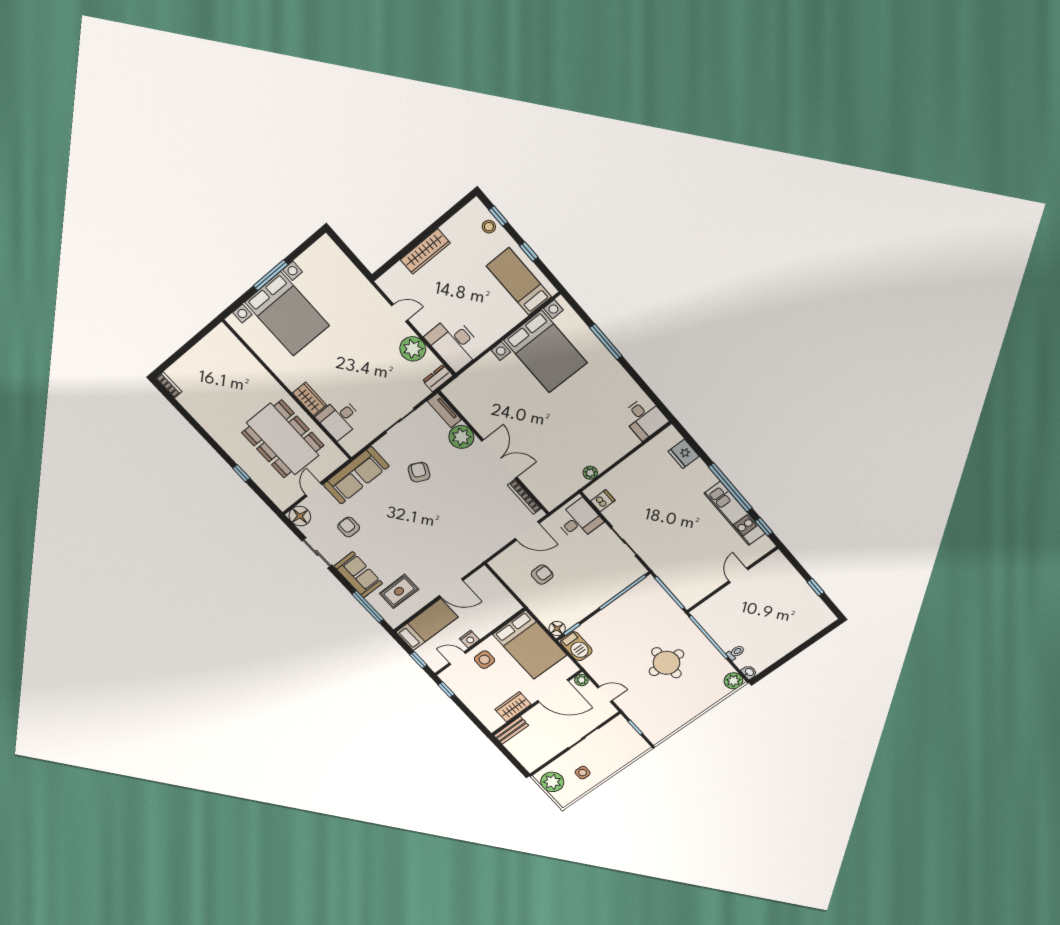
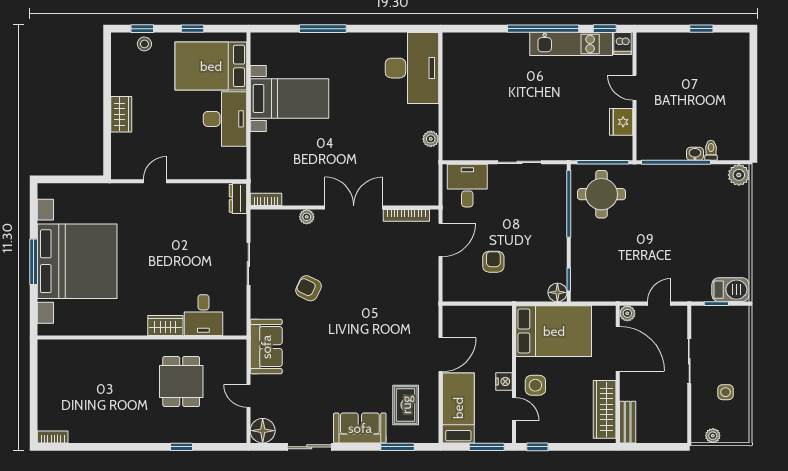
wardrobe: (425, 251) -> (121, 114), width x0.67
bed: (519, 281) -> (211, 66), width x1.50
bed with nightstands: (287, 314) -> (77, 261), width x1.36
desk: (454, 343) -> (225, 119), moved, turned -90
plant: (413, 349) -> (195, 197), removed
bed with nightstands: (545, 351) -> (290, 98), width x0.73
bookcase: (454, 397) -> (266, 199), added
tv unit: (444, 410) -> (271, 217), removed
desk: (644, 418) -> (412, 68), width x1.87, depth x1.30
plant: (461, 437) -> (307, 217), width x0.53, depth x0.53
dining table: (283, 439) -> (181, 381), width x0.53, depth x0.80
fridge: (684, 454) -> (621, 122), moved, turned 90
sofa: (356, 475) -> (266, 347), width x0.73
dishwasher: (603, 501) -> (623, 44), moved, turned 180
armchair: (349, 527) -> (308, 396), removed
window: (368, 607) -> (397, 447), width x0.69
barbecue: (576, 646) -> (730, 290), moved
door: (457, 658) -> (514, 409), swing flipped
window: (418, 660) -> (487, 447), width x1.50
round table: (666, 663) -> (602, 194), moved
washbasin: (749, 672) -> (695, 154), moved
door: (553, 691) -> (618, 349), hinge flipped
wardrobe: (513, 707) -> (605, 409), width x1.50
plant: (552, 782) -> (713, 436), width x0.53, depth x0.53

